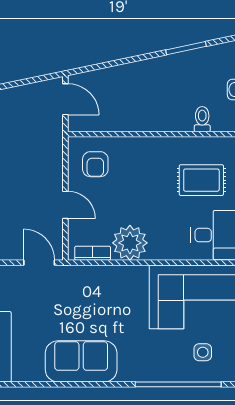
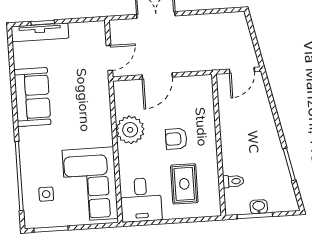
armchair: (95, 164) -> (176, 139), moved
door: (65, 205) -> (157, 76), width x1.38
bookcase: (93, 253) -> (120, 100), removed

